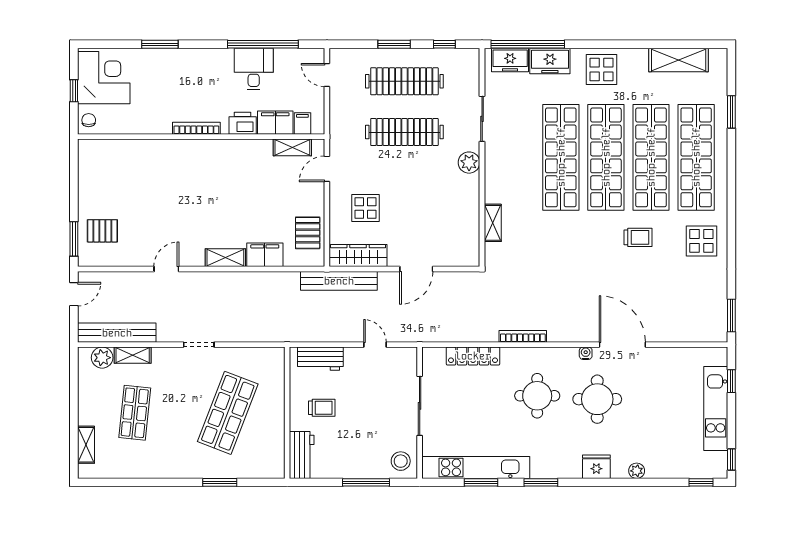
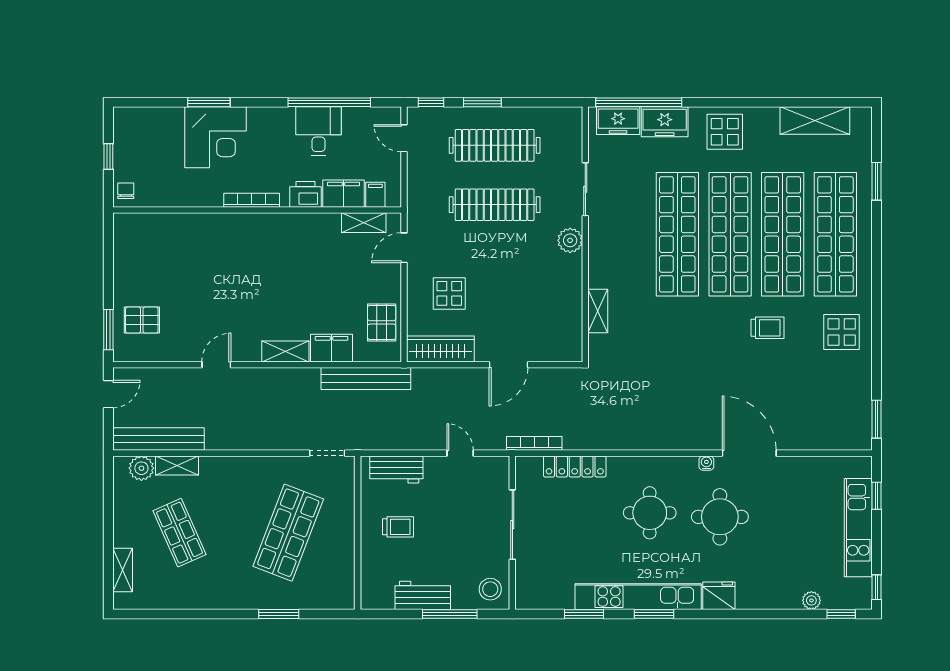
window: (444, 44) -> (431, 102), moved
corner desk: (104, 78) -> (216, 137), moved, turned 90
bench: (339, 281) -> (366, 379), moved
bookcase: (523, 336) -> (534, 443), moved
doorway: (199, 345) -> (327, 453), moved
shop shelf: (135, 413) -> (180, 533), turned -30
workbench: (302, 455) -> (423, 595), moved, turned -90
kitchen unit: (476, 467) -> (638, 597), moved
plant: (637, 471) -> (811, 600), moved

